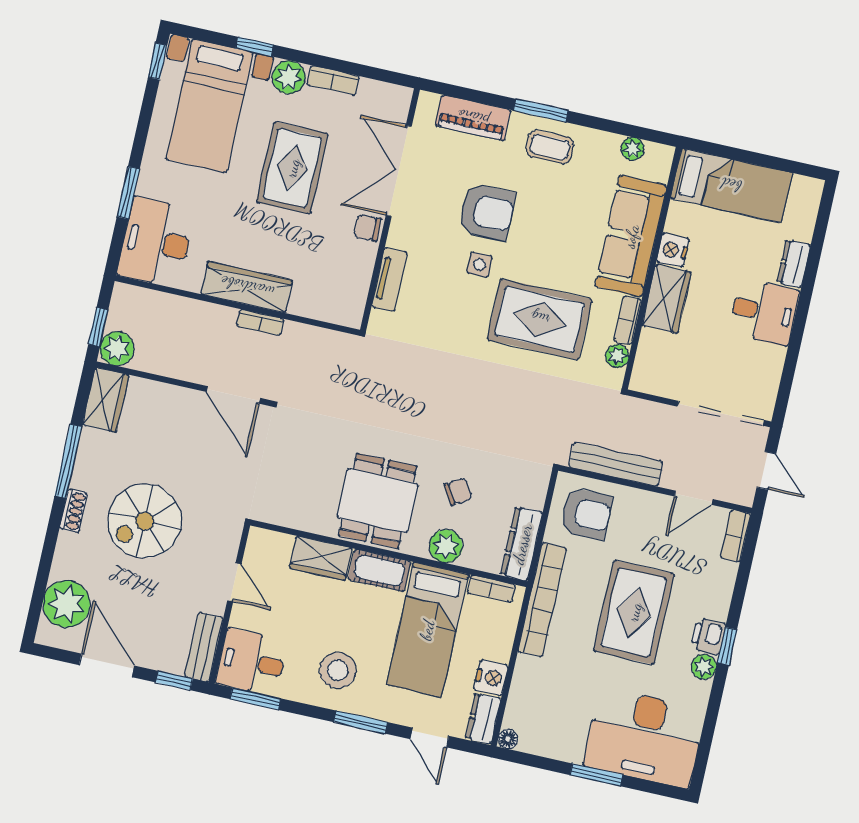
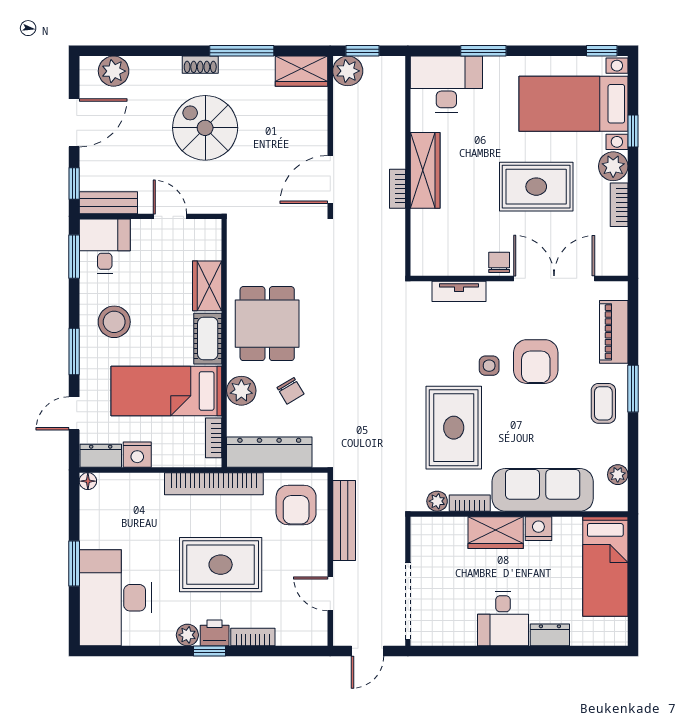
dining table: (378, 501) -> (267, 324), turned 90
bookcase: (735, 536) -> (253, 637), moved
dresser: (522, 544) -> (269, 452), width x1.37, depth x1.24
door: (234, 582) -> (170, 216), swing flipped
plant: (66, 604) -> (114, 71), width x0.73, depth x0.73

